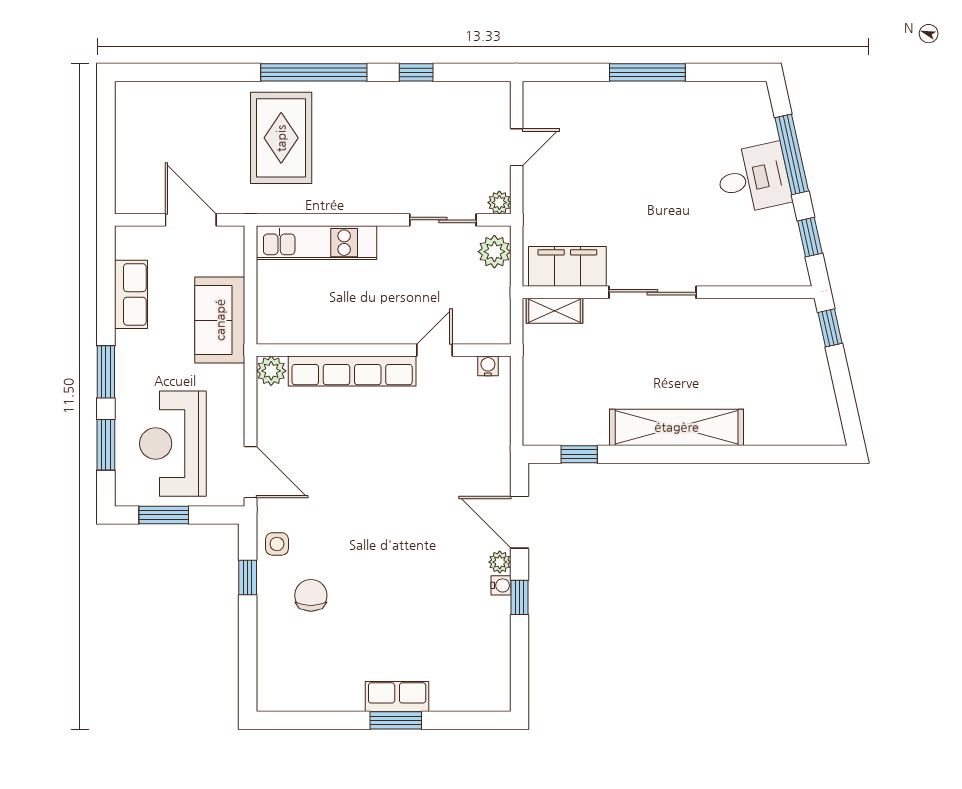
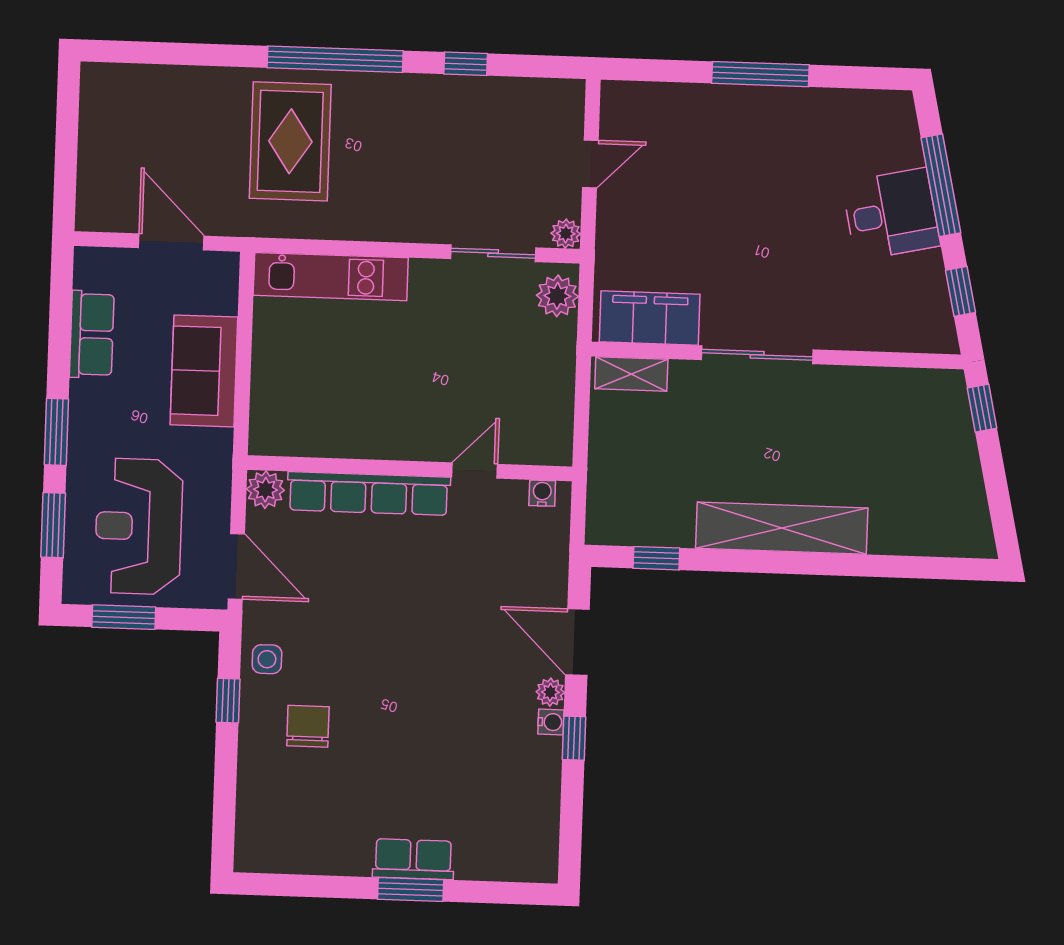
wall: (384, 350) -> (410, 468), moved
door: (434, 350) -> (475, 471), moved
water cooler: (488, 366) -> (542, 493), moved
plant: (271, 371) -> (265, 490), moved
row of seats: (352, 371) -> (369, 494), moved

